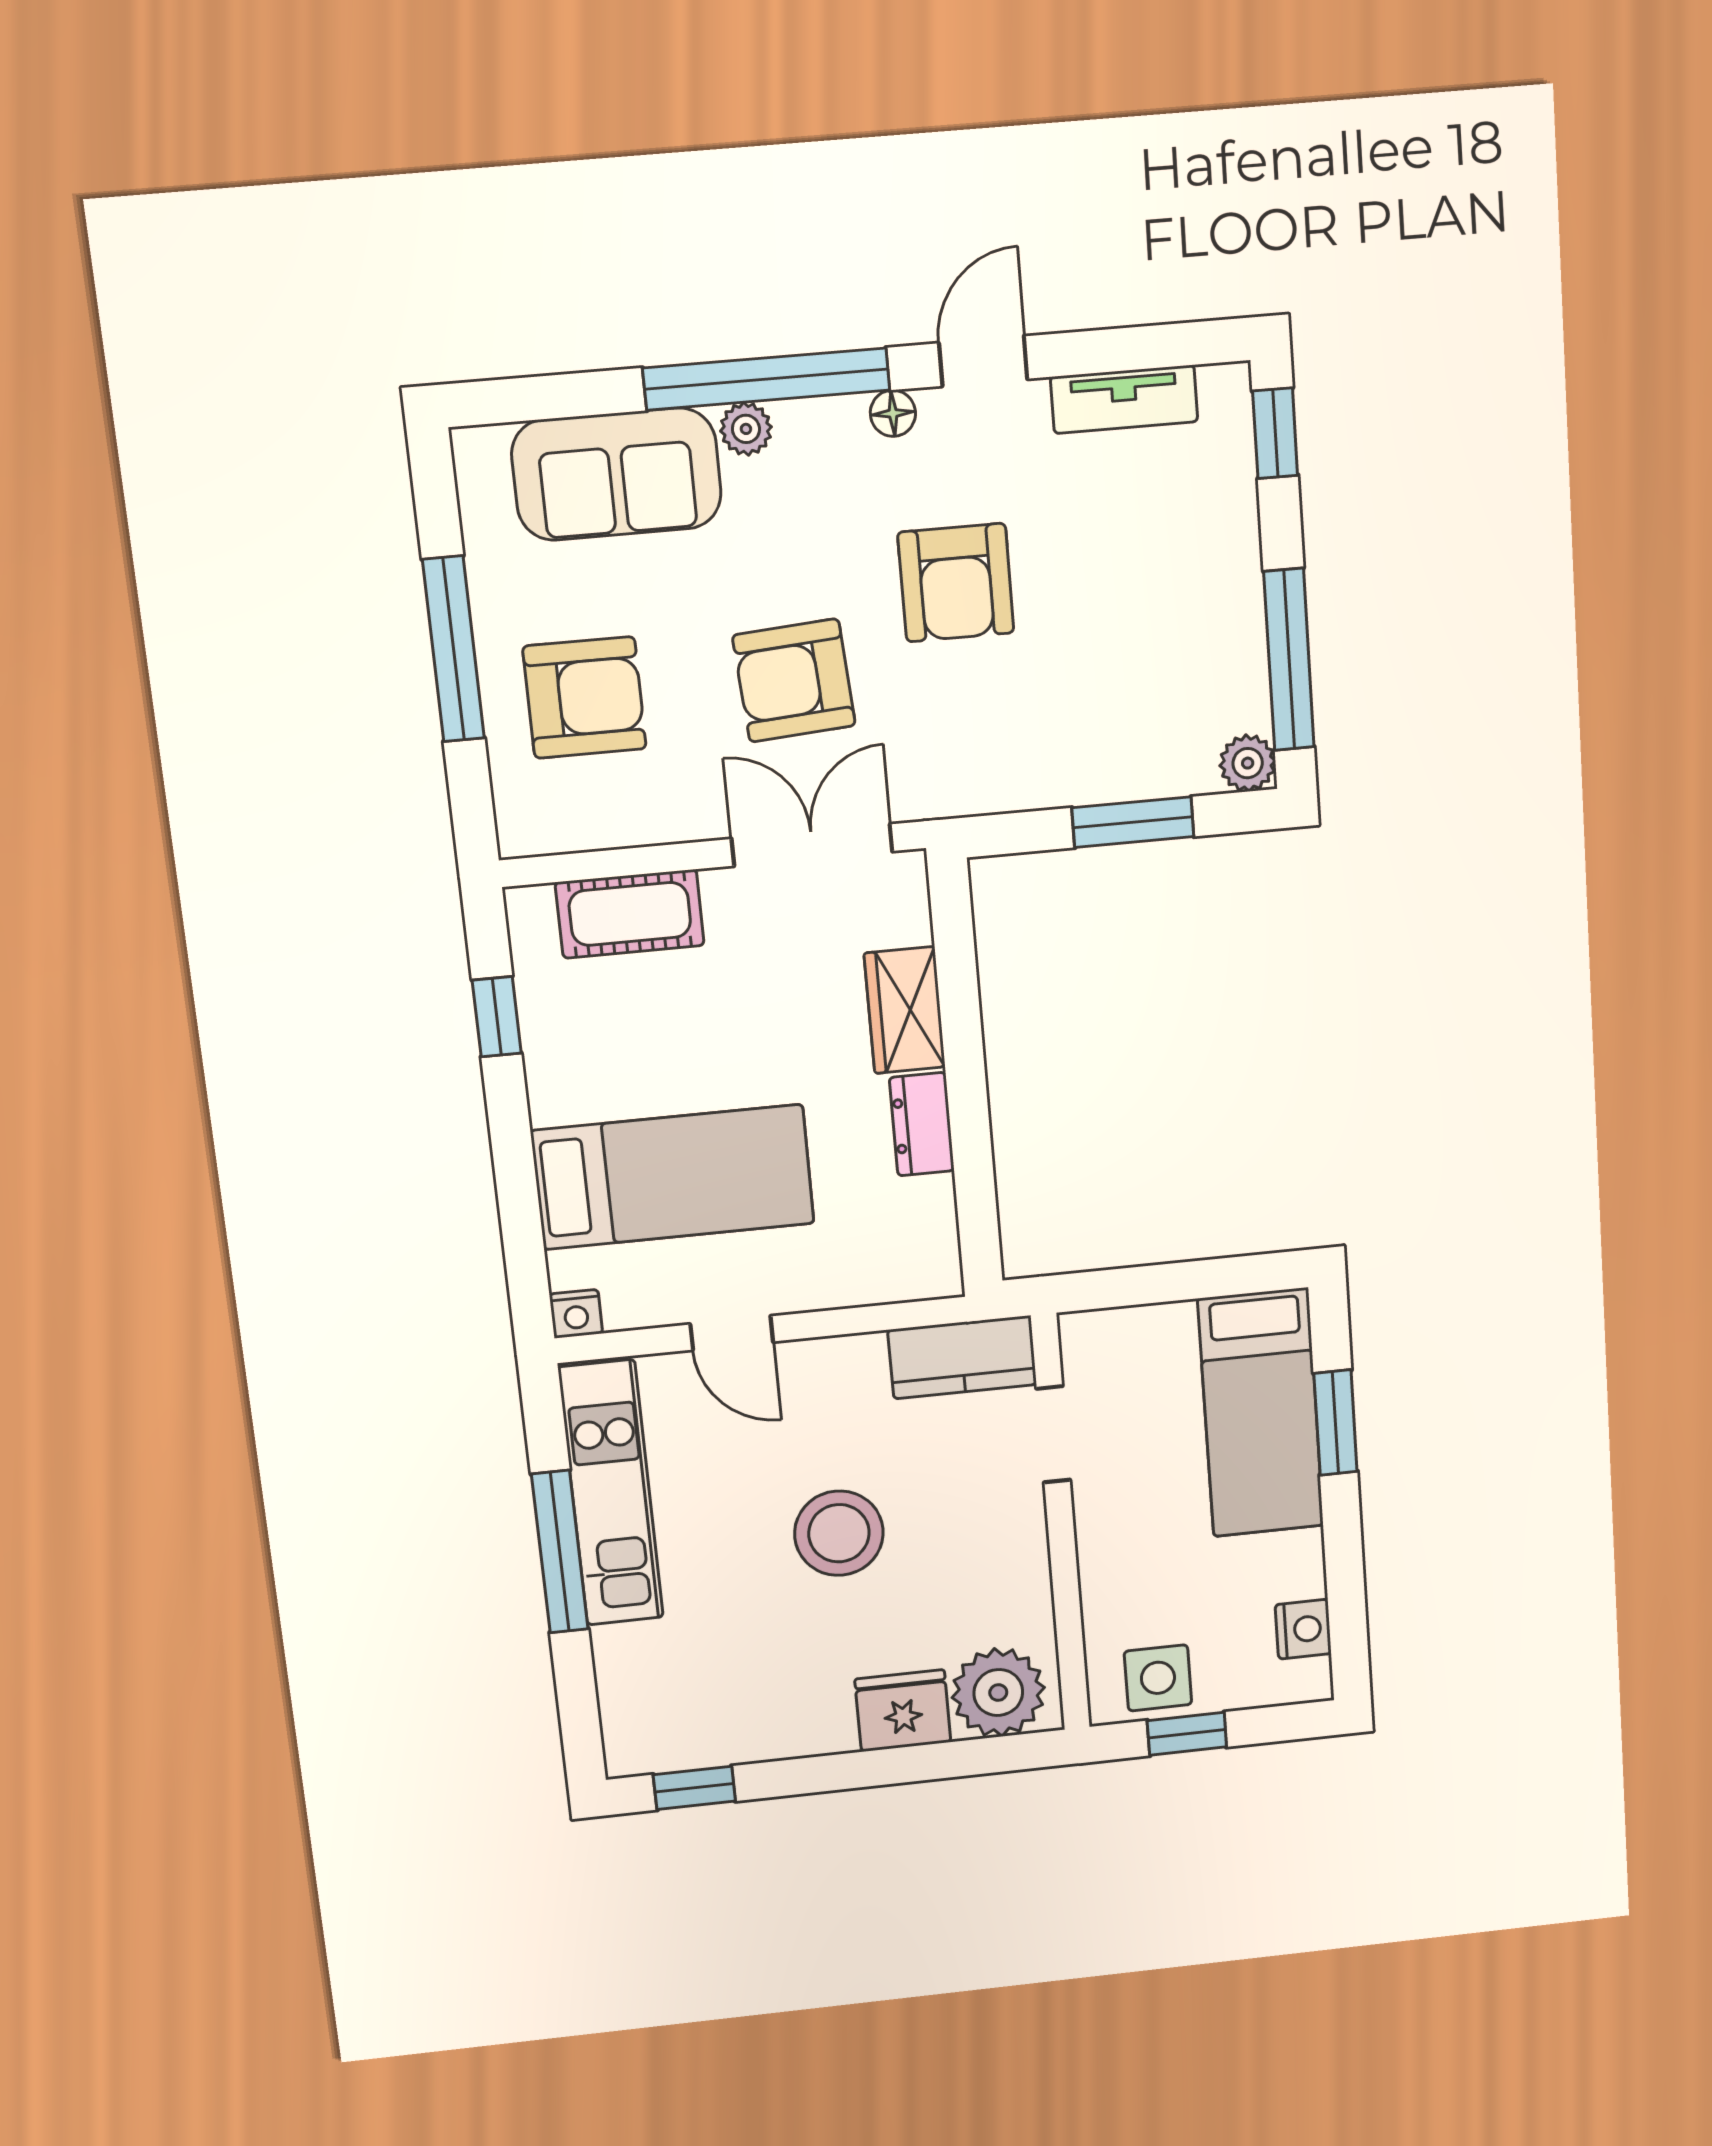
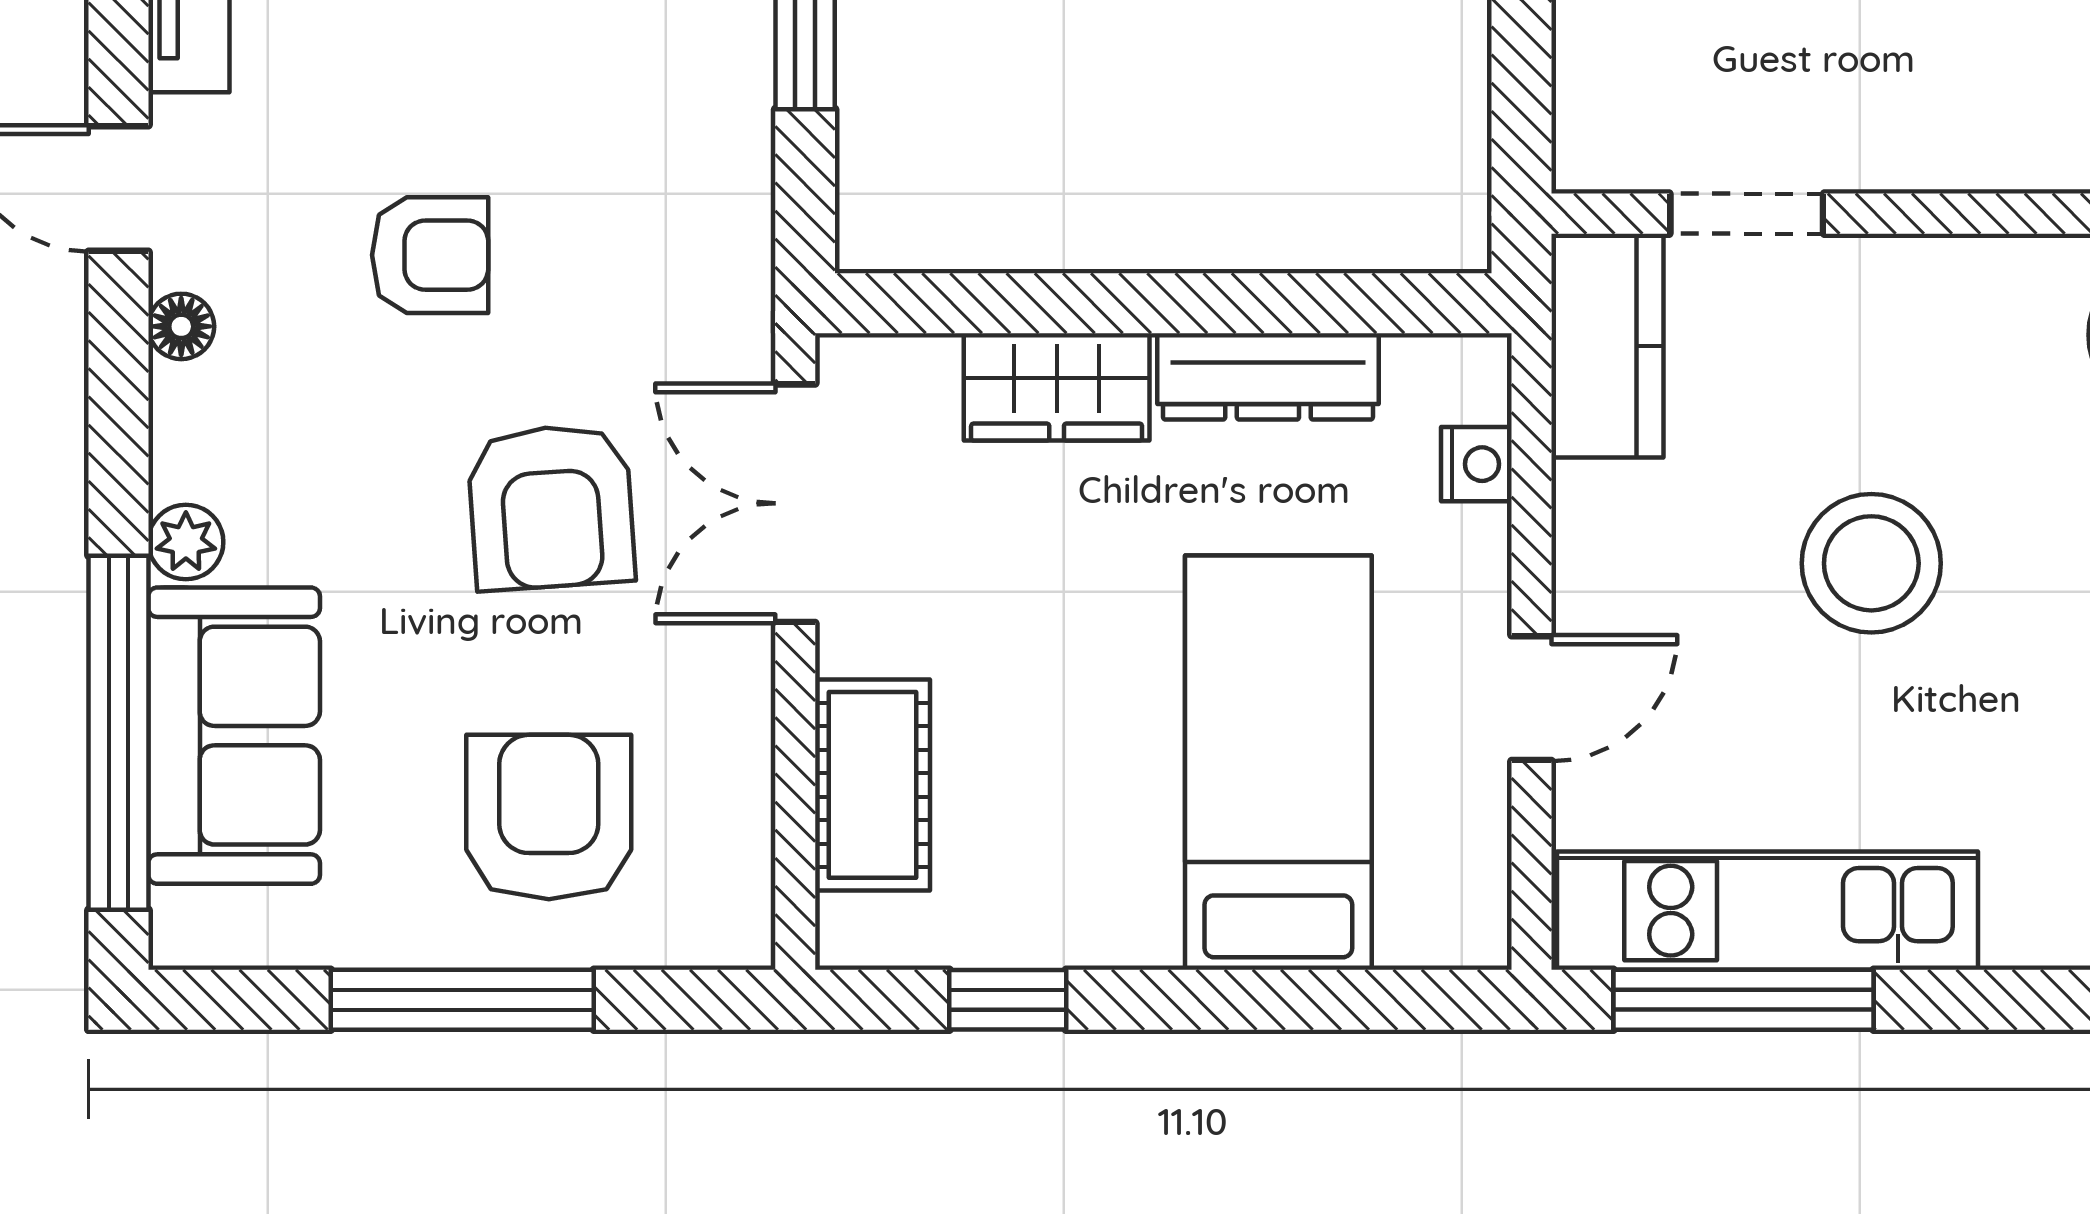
window: (766, 379) -> (119, 733), moved
armchair: (956, 583) -> (430, 255), width x0.72, depth x0.72
dresser: (922, 1124) -> (1268, 376), width x1.44
nightstand: (576, 1314) -> (1476, 464), moved
window: (560, 1552) -> (1744, 1000), moved

